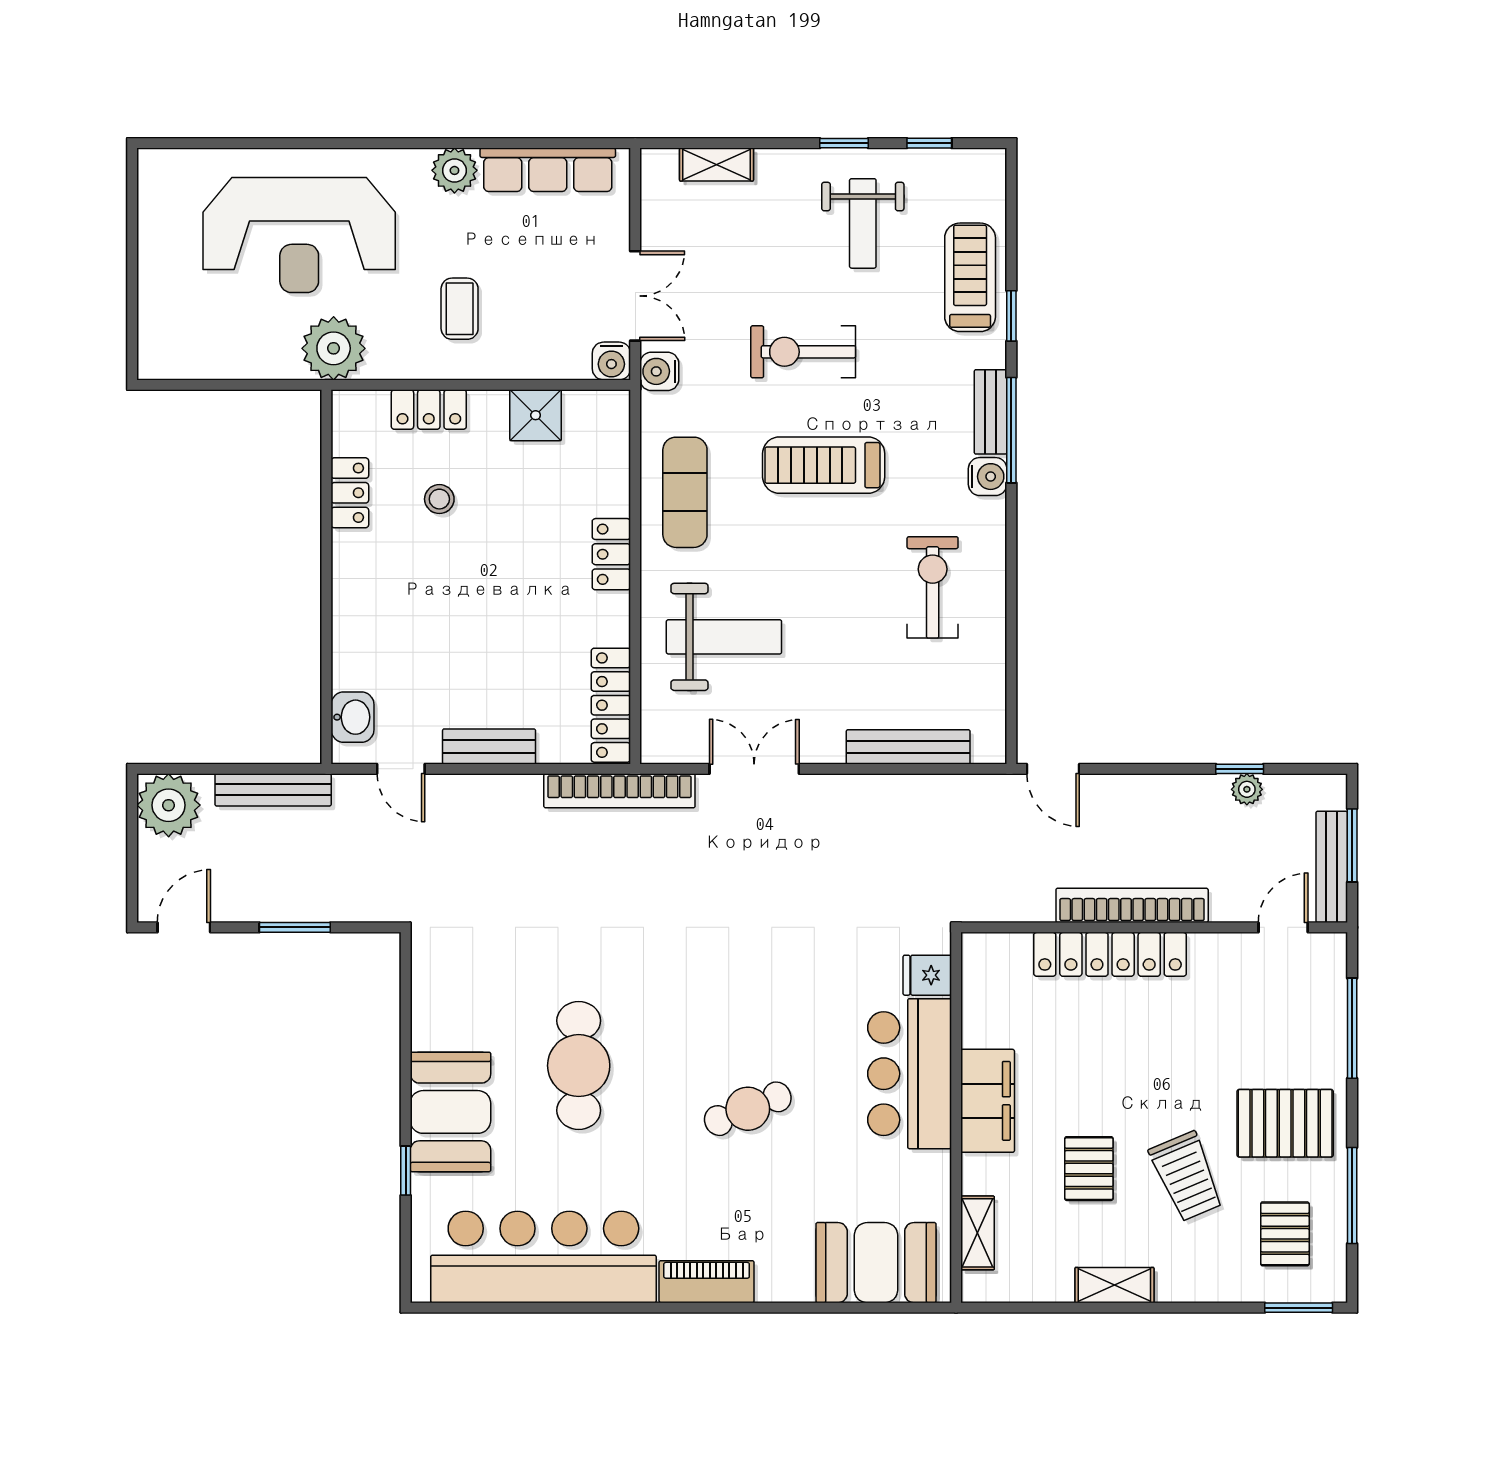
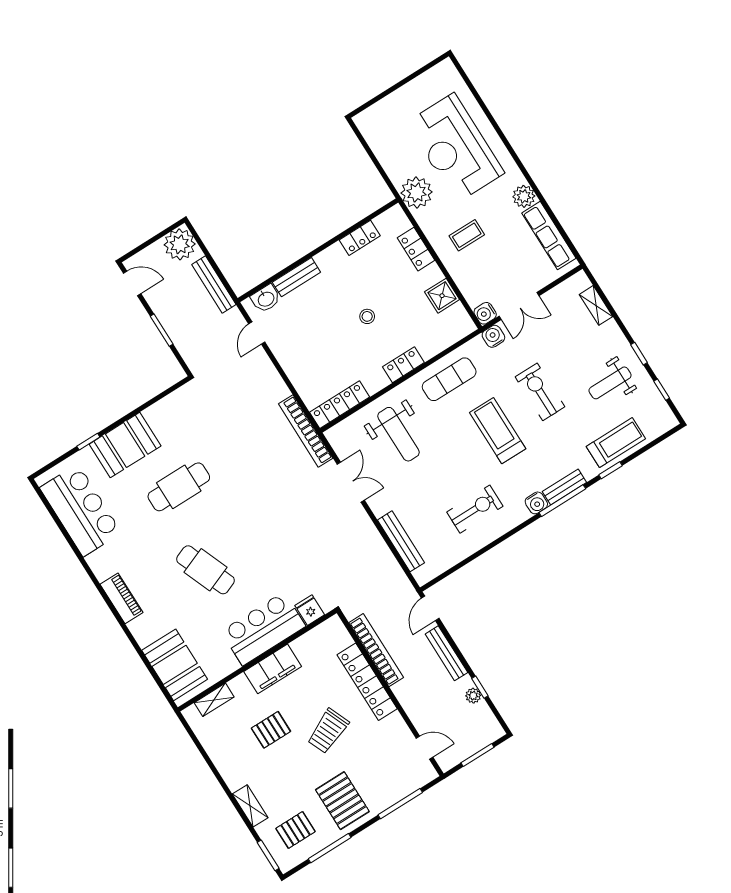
stool: (439, 499) -> (367, 316), moved
bench: (489, 746) -> (296, 277), moved, turned 90
bench: (1332, 867) -> (446, 653), moved, turned 90
bookcase: (1132, 905) -> (376, 650), moved
cafe table: (748, 1109) -> (206, 570), width x1.37, depth x1.35
trolley: (1187, 1176) -> (328, 731), moved
bar counter: (543, 1257) -> (81, 510), width x0.73
shelving: (1114, 1285) -> (250, 806), moved

